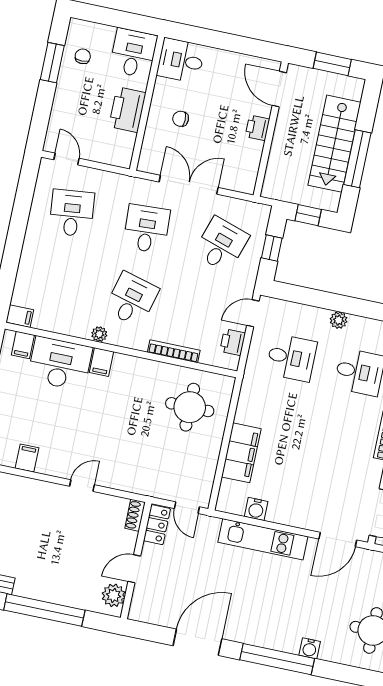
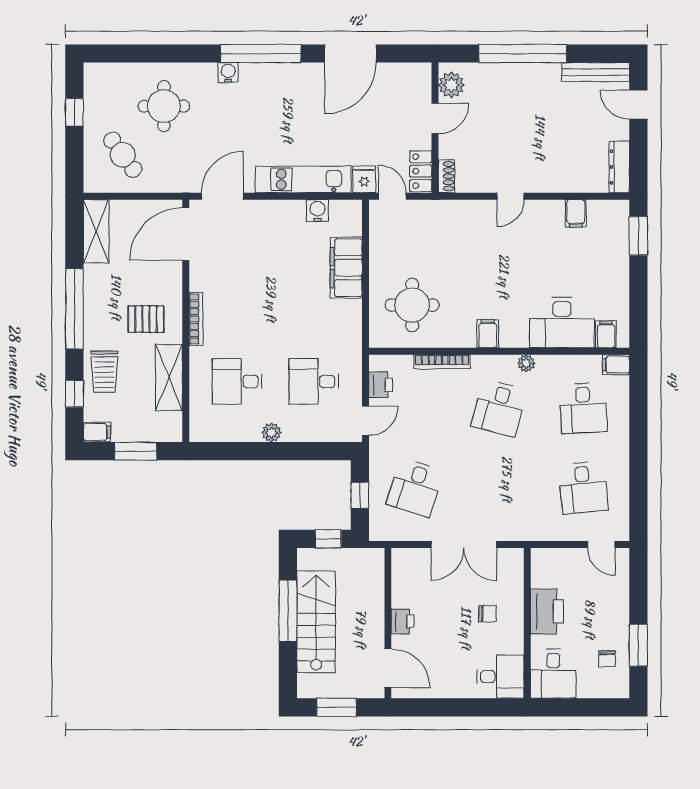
desk: (147, 229) -> (583, 408), moved
filing cabinet: (102, 362) -> (488, 334), moved
fridge: (209, 528) -> (364, 179), added

